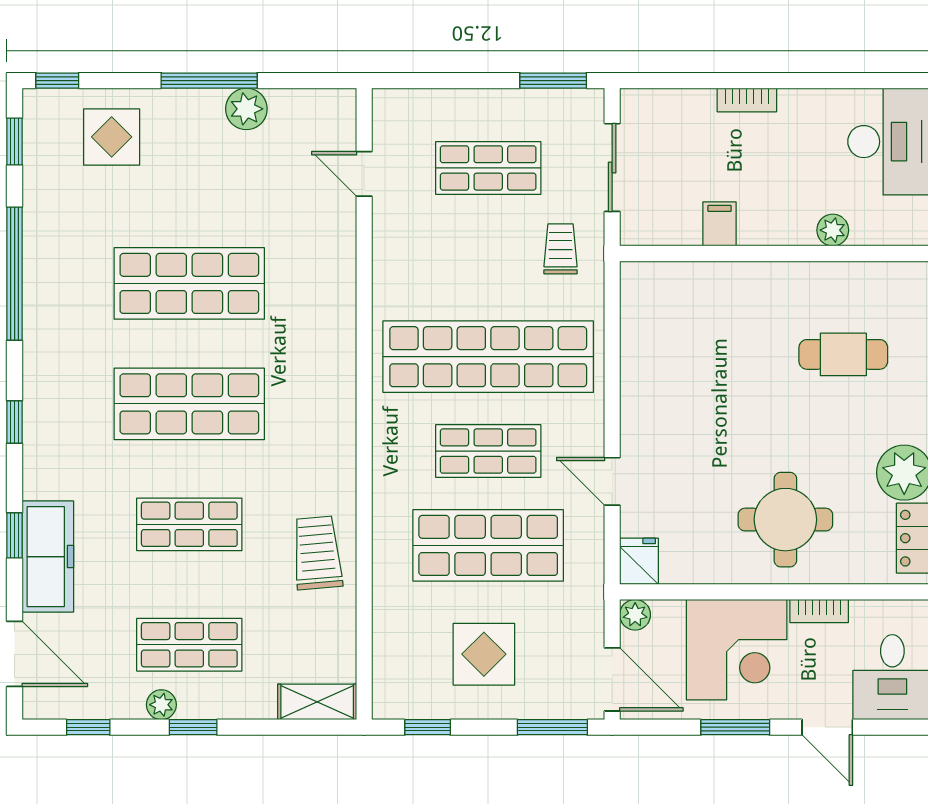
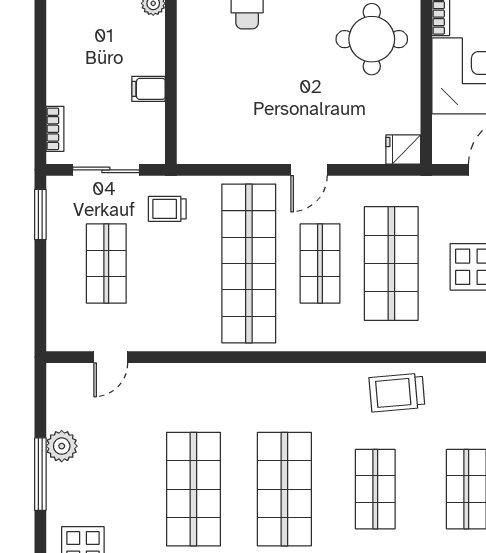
bookcase: (747, 100) -> (55, 129), moved
door: (612, 481) -> (309, 170), moved
plant: (635, 615) -> (444, 153), removed

